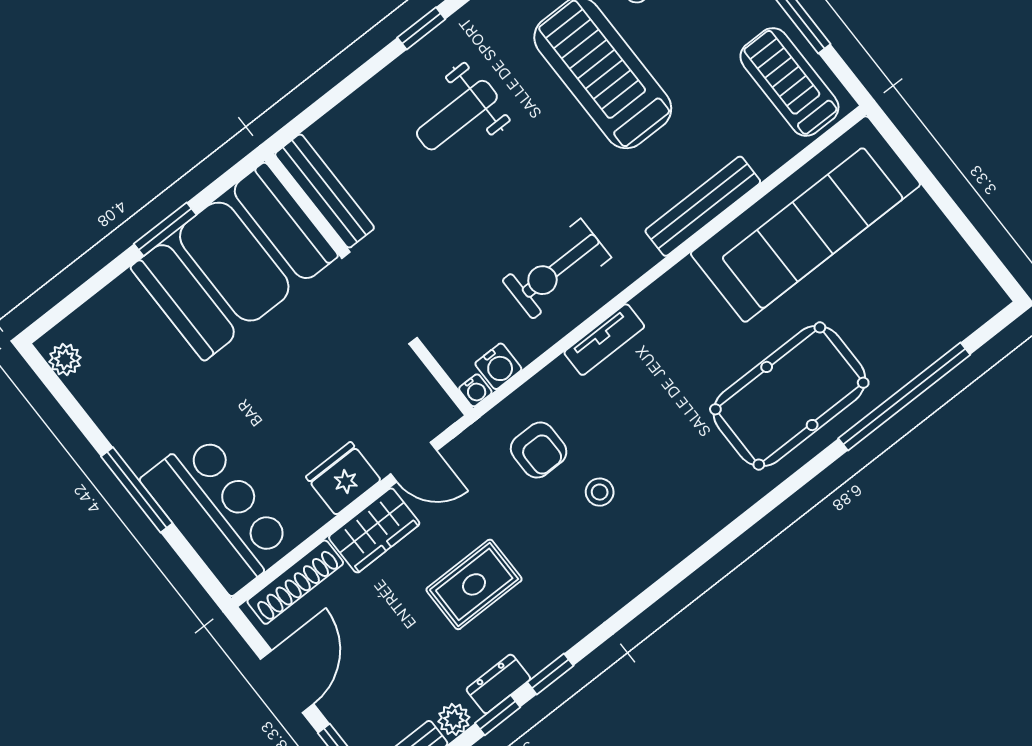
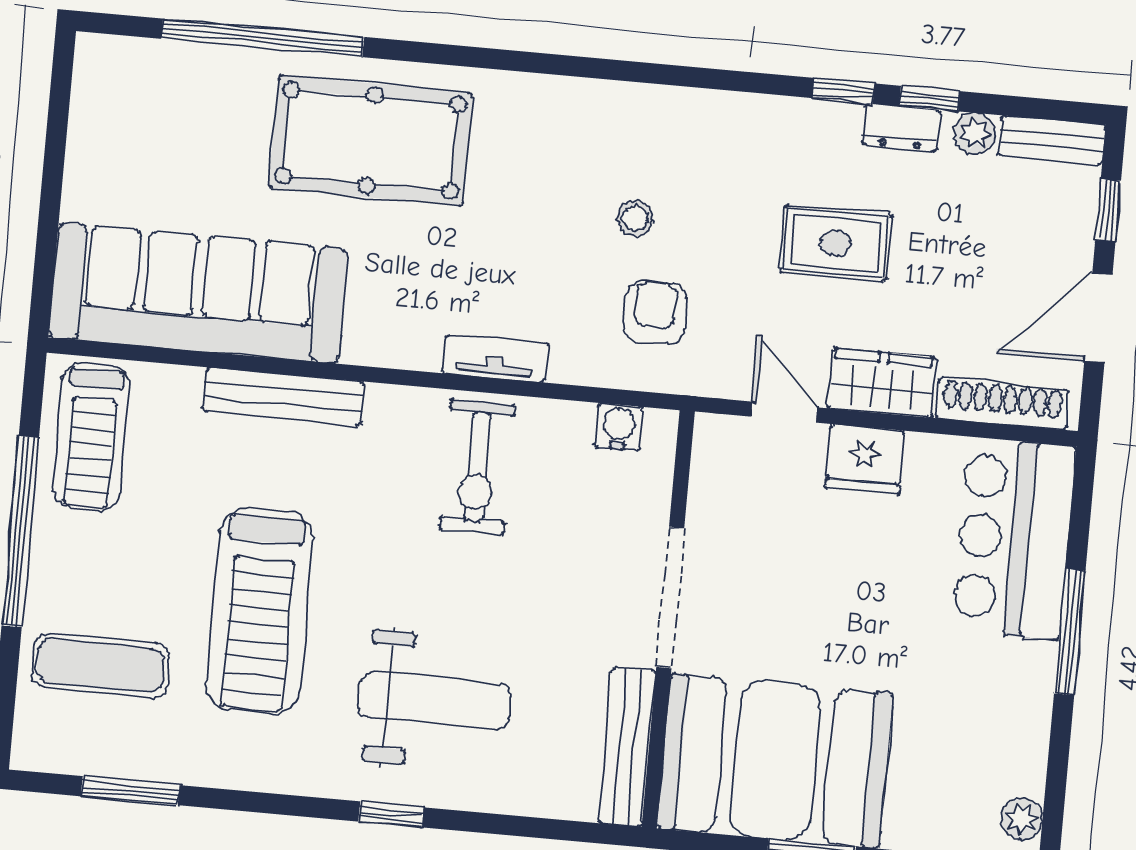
weight bench: (457, 115) -> (435, 701), width x1.36, depth x1.33
exercise bike: (557, 269) -> (477, 467), turned 90
water cooler: (475, 390) -> (662, 425), removed

